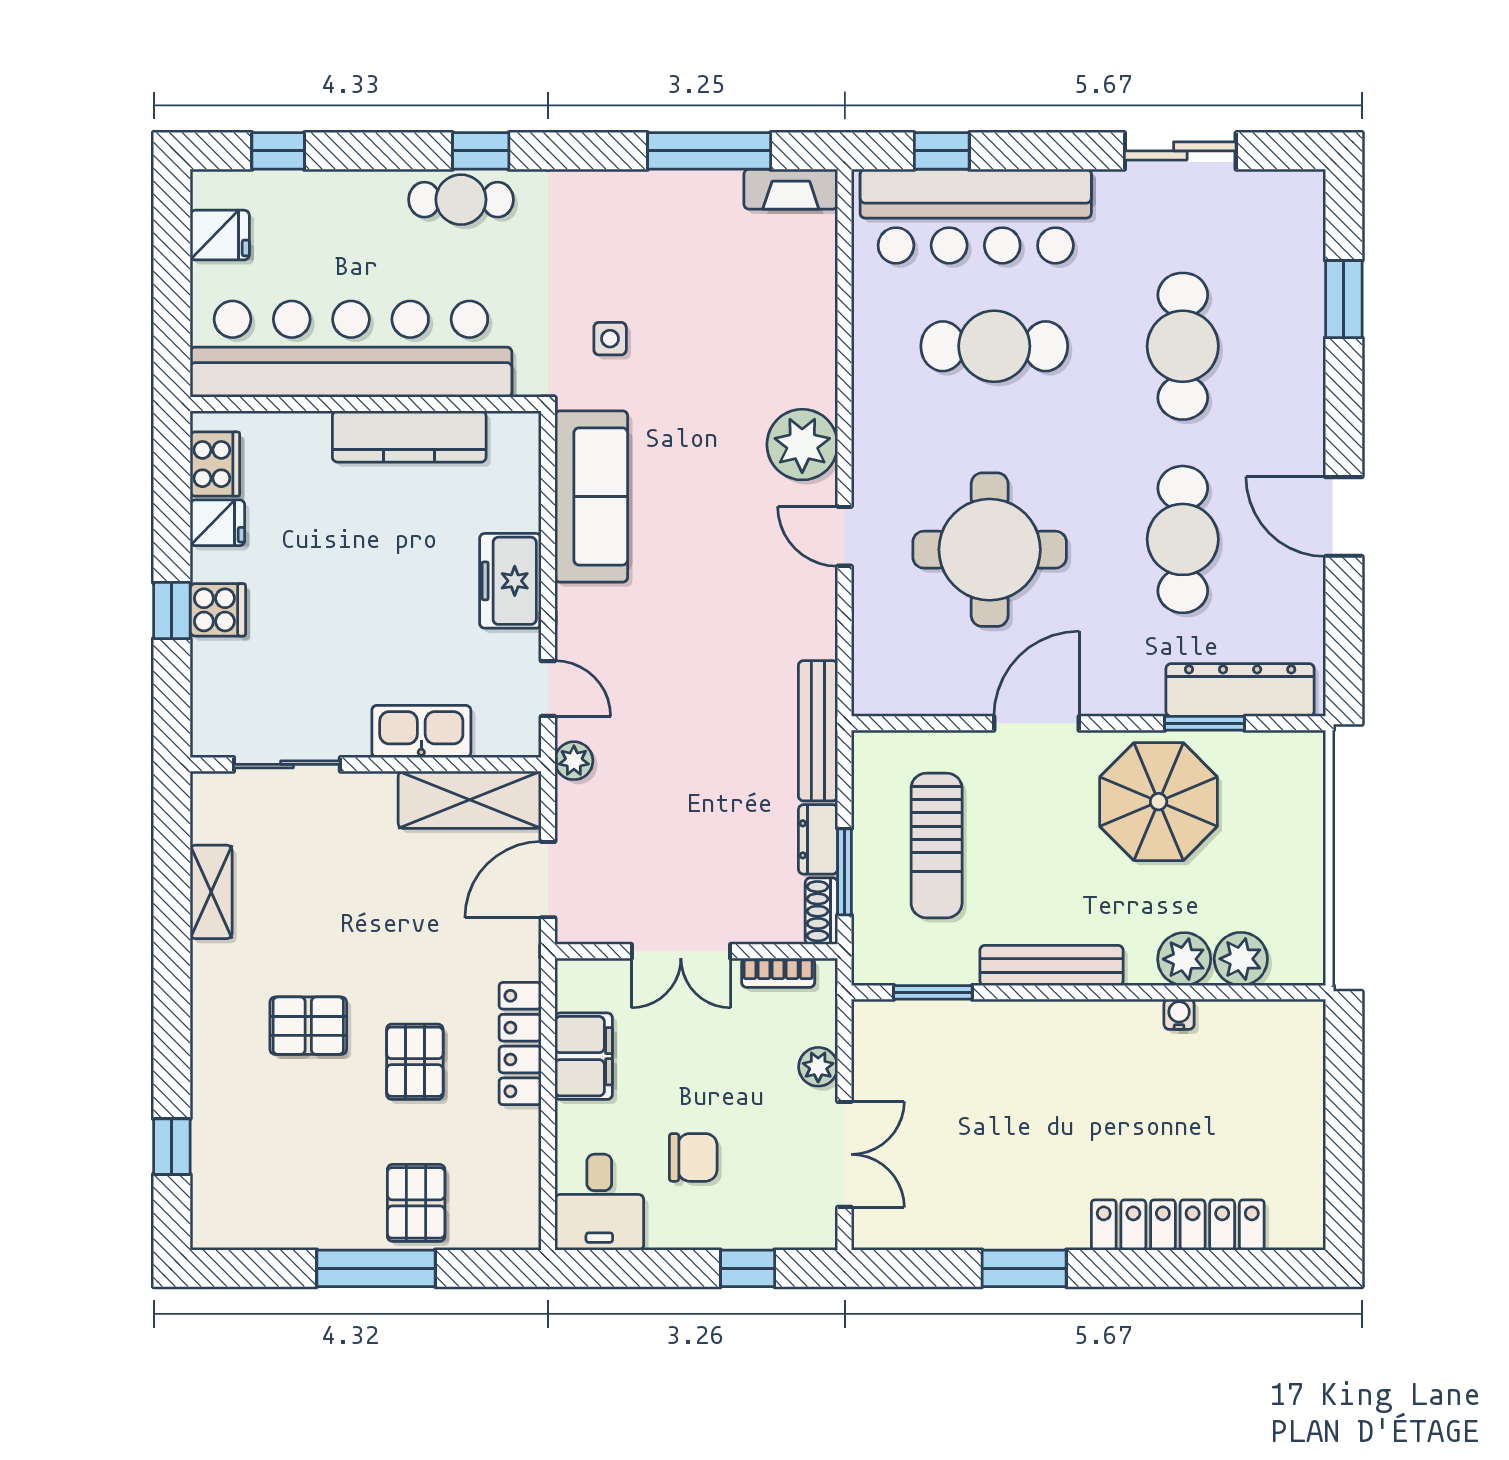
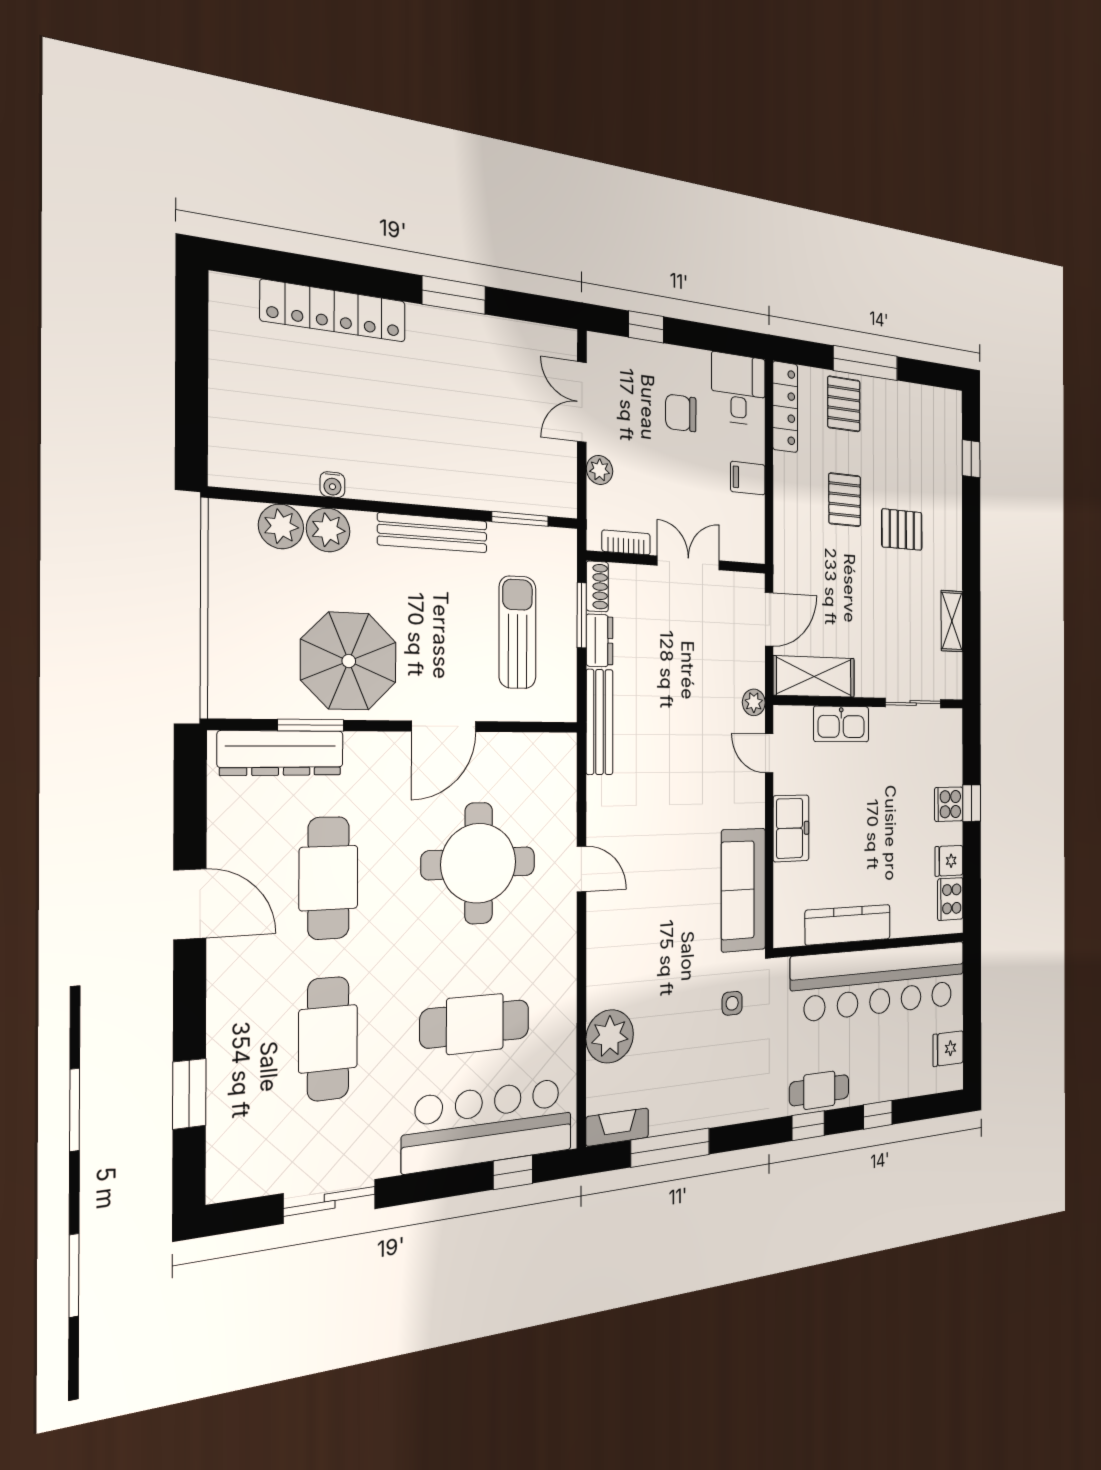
window: (278, 151) -> (878, 1115), moved
plant: (802, 445) -> (610, 1036), moved
locker: (520, 1044) -> (785, 407), moved
filing cabinet: (584, 1056) -> (748, 478), width x0.50

